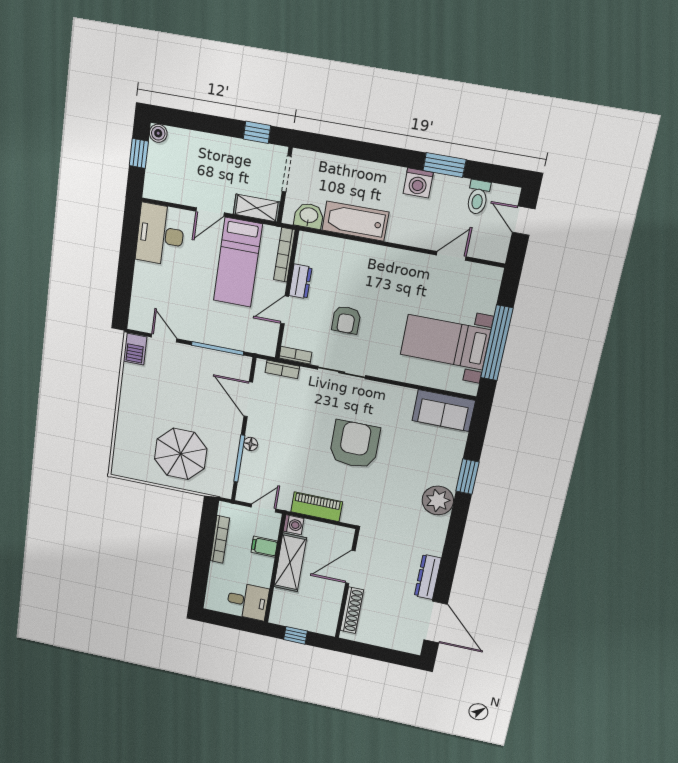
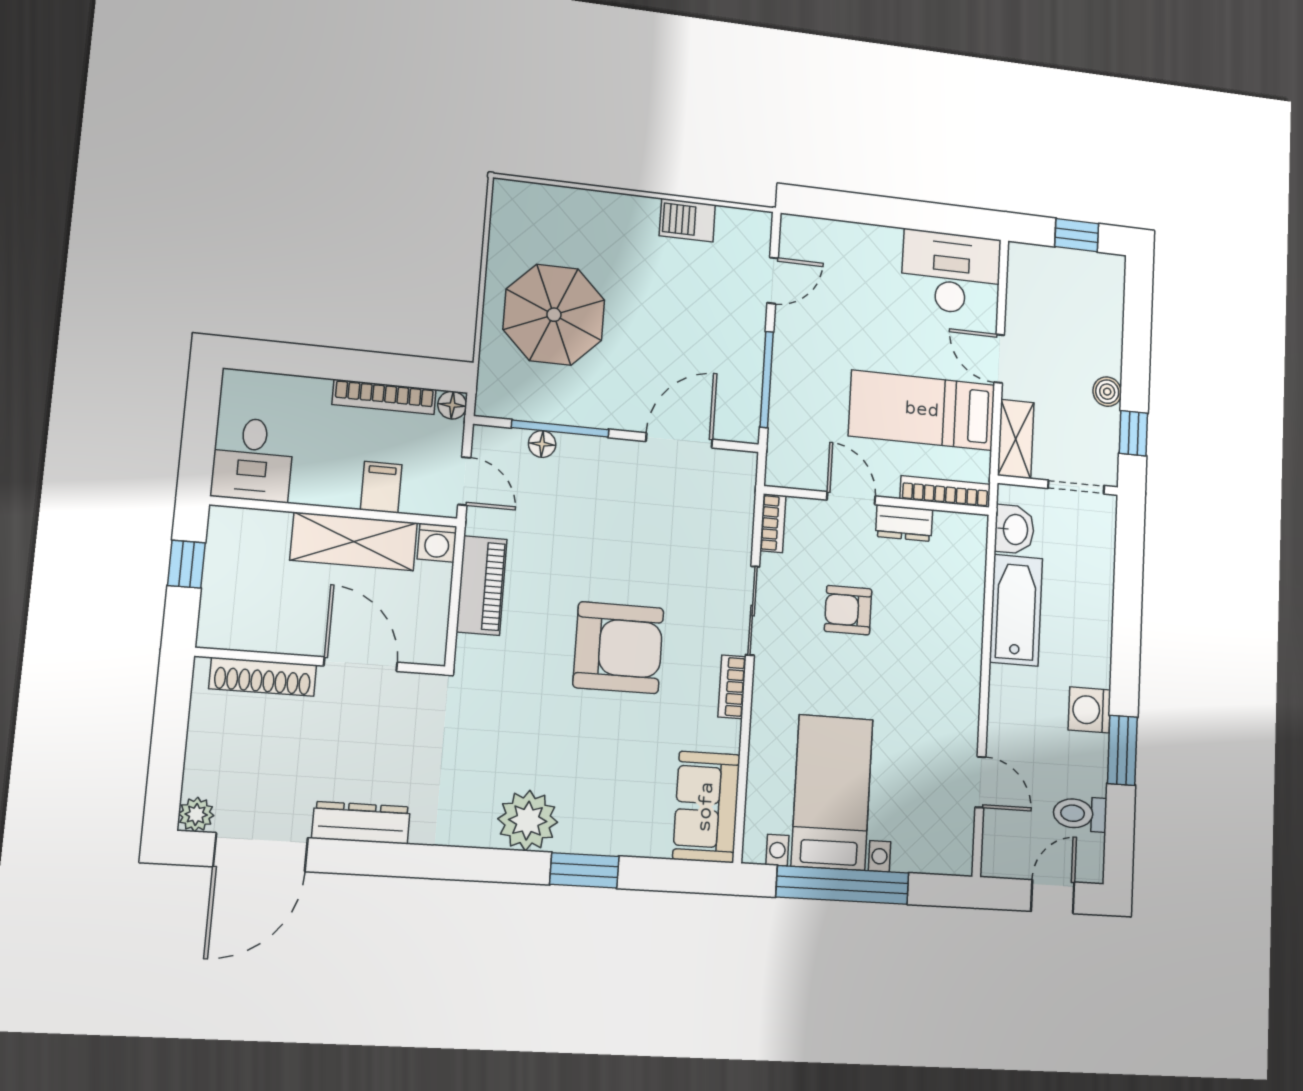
boiler: (158, 133) -> (1107, 392), moved
barbecue: (135, 349) -> (687, 220), moved
bookcase: (282, 369) -> (732, 687), moved
floor lamp: (251, 444) -> (542, 444), moved
floor lamp: (225, 509) -> (452, 405), added
plant: (414, 646) -> (196, 814), added

